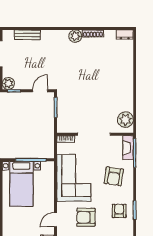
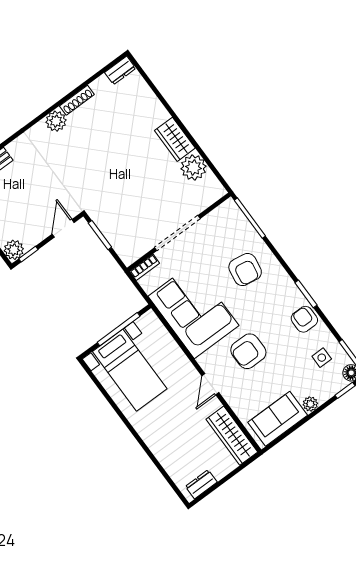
wardrobe: (126, 88) -> (175, 139), added
plant: (125, 120) -> (194, 167), moved
fireplace: (128, 148) -> (236, 217), removed
armchair: (119, 211) -> (304, 319), moved

